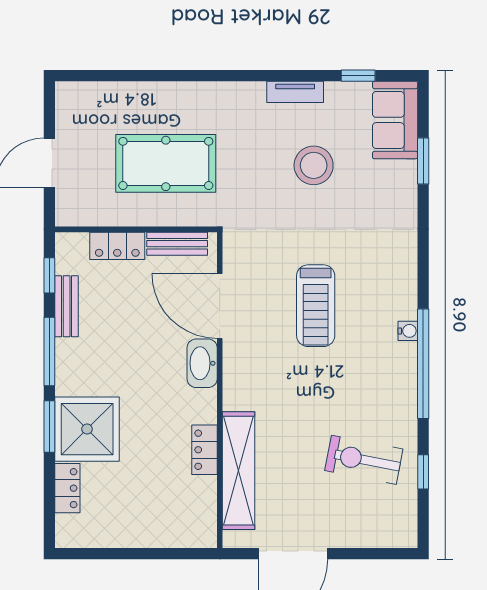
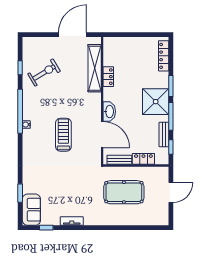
stool: (314, 165) -> (64, 191), removed
shower: (87, 429) -> (156, 102), moved
exercise bike: (364, 460) -> (44, 73), turned -42
locker: (67, 488) -> (164, 56), width x1.53

